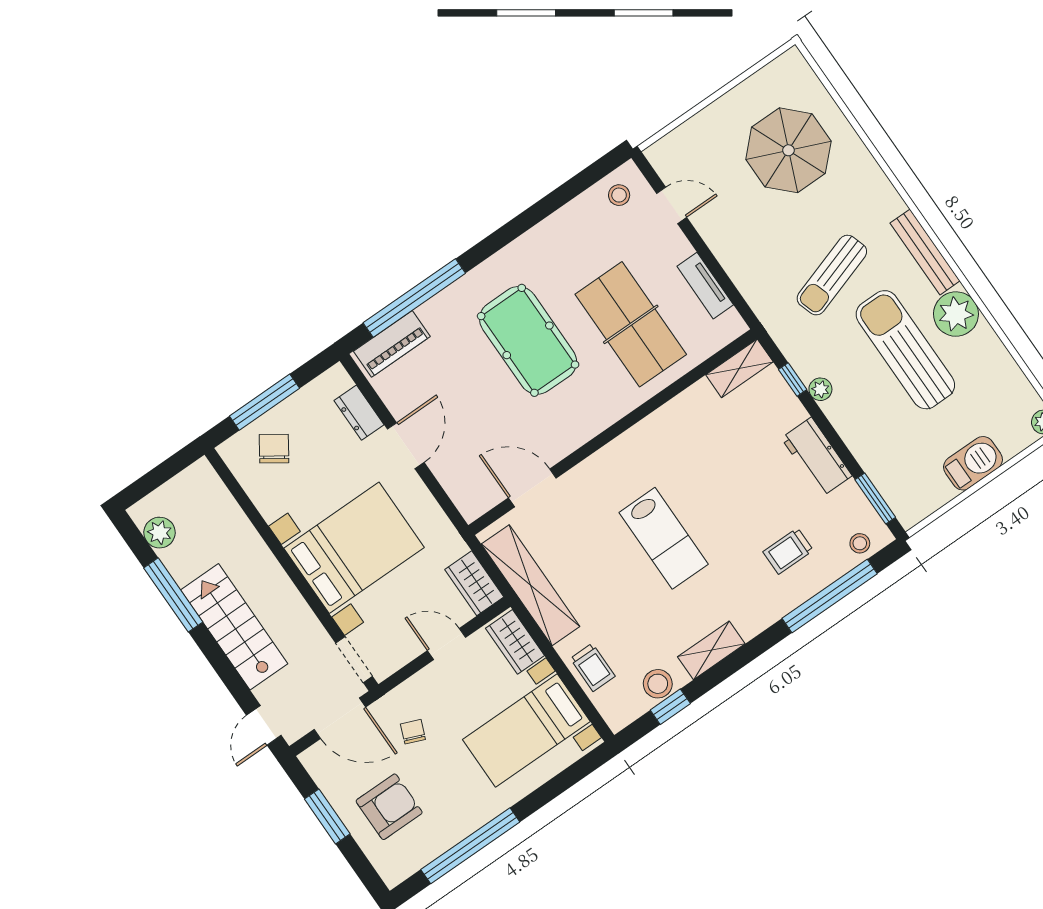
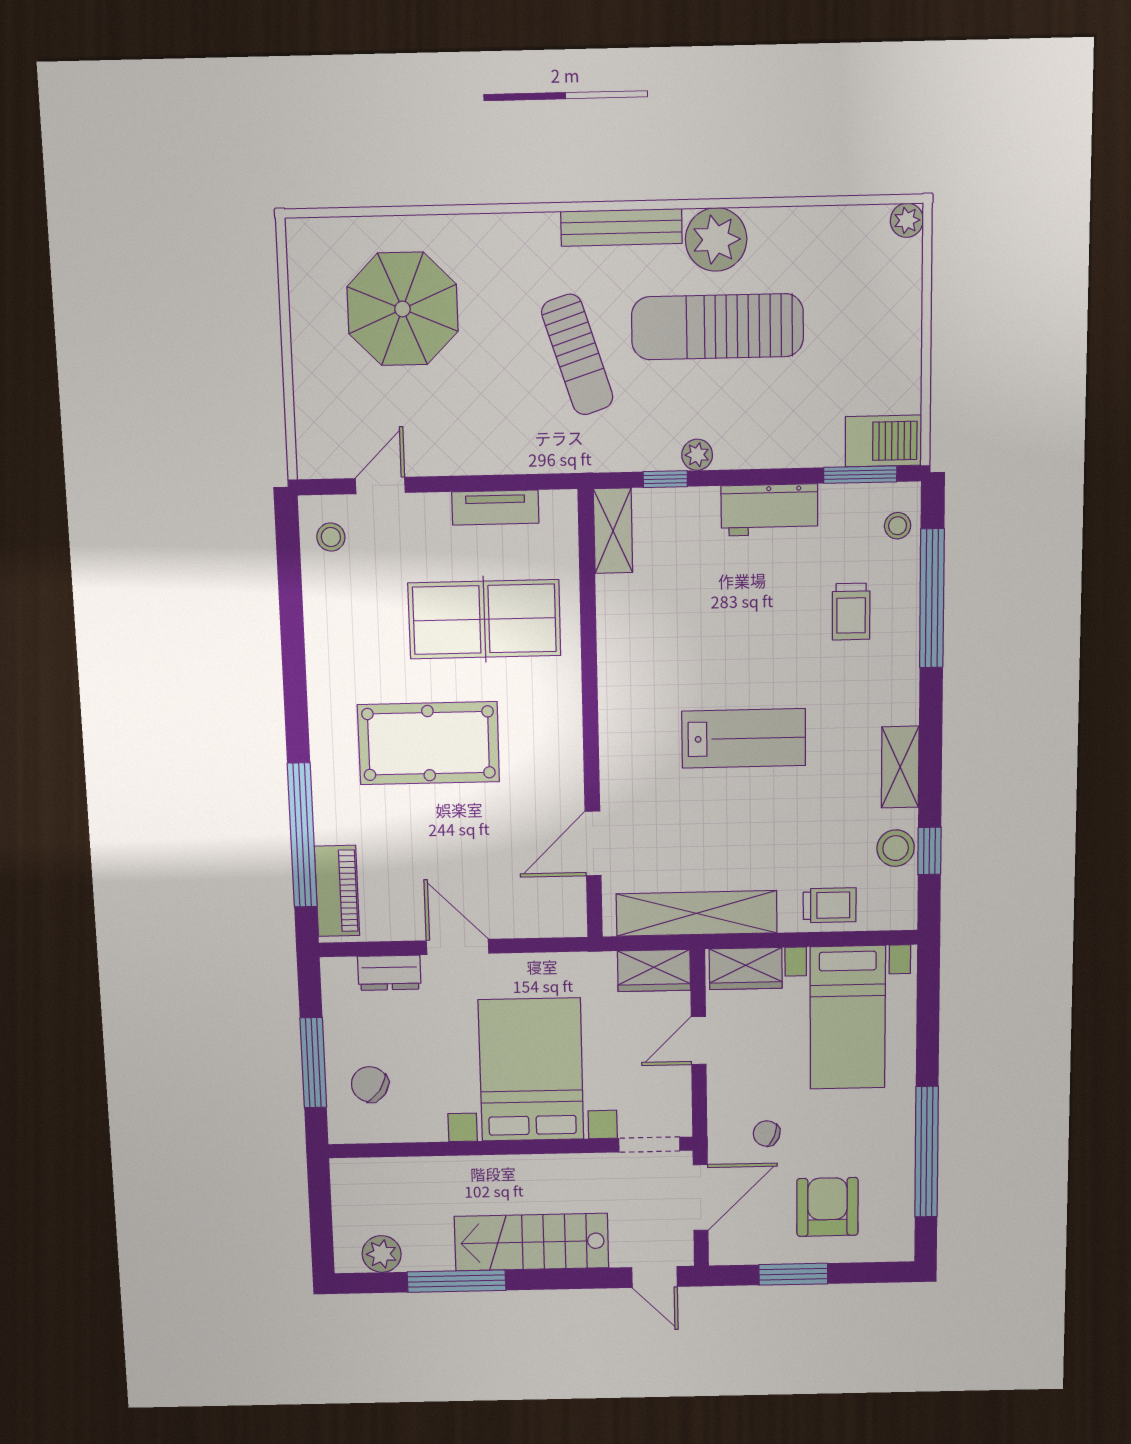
barbecue: (973, 463) -> (883, 441), moved, turned 90

